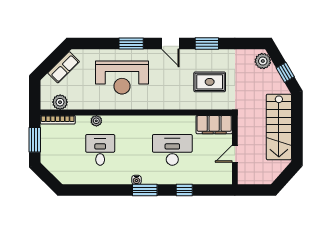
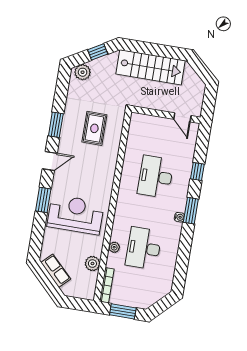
reception desk: (122, 78) -> (76, 215), turned -90
plant: (60, 102) -> (92, 264), moved
filing cabinet: (214, 125) -> (138, 131), removed
desk: (100, 150) -> (144, 248), width x1.37
door: (235, 154) -> (182, 117), moved

